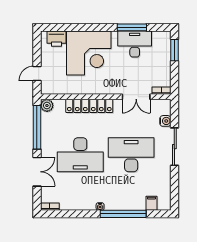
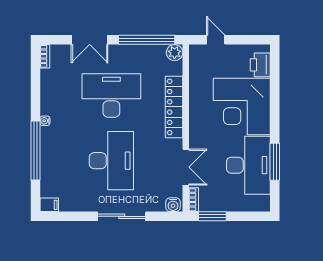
desk: (135, 44) -> (248, 165), width x1.36, depth x1.30
window: (174, 50) -> (212, 216), moved
double door: (136, 97) -> (186, 167), swing flipped
water cooler: (165, 121) -> (173, 205), moved
desk: (80, 155) -> (111, 95), turned 90
filing cabinet: (151, 203) -> (49, 205), moved

